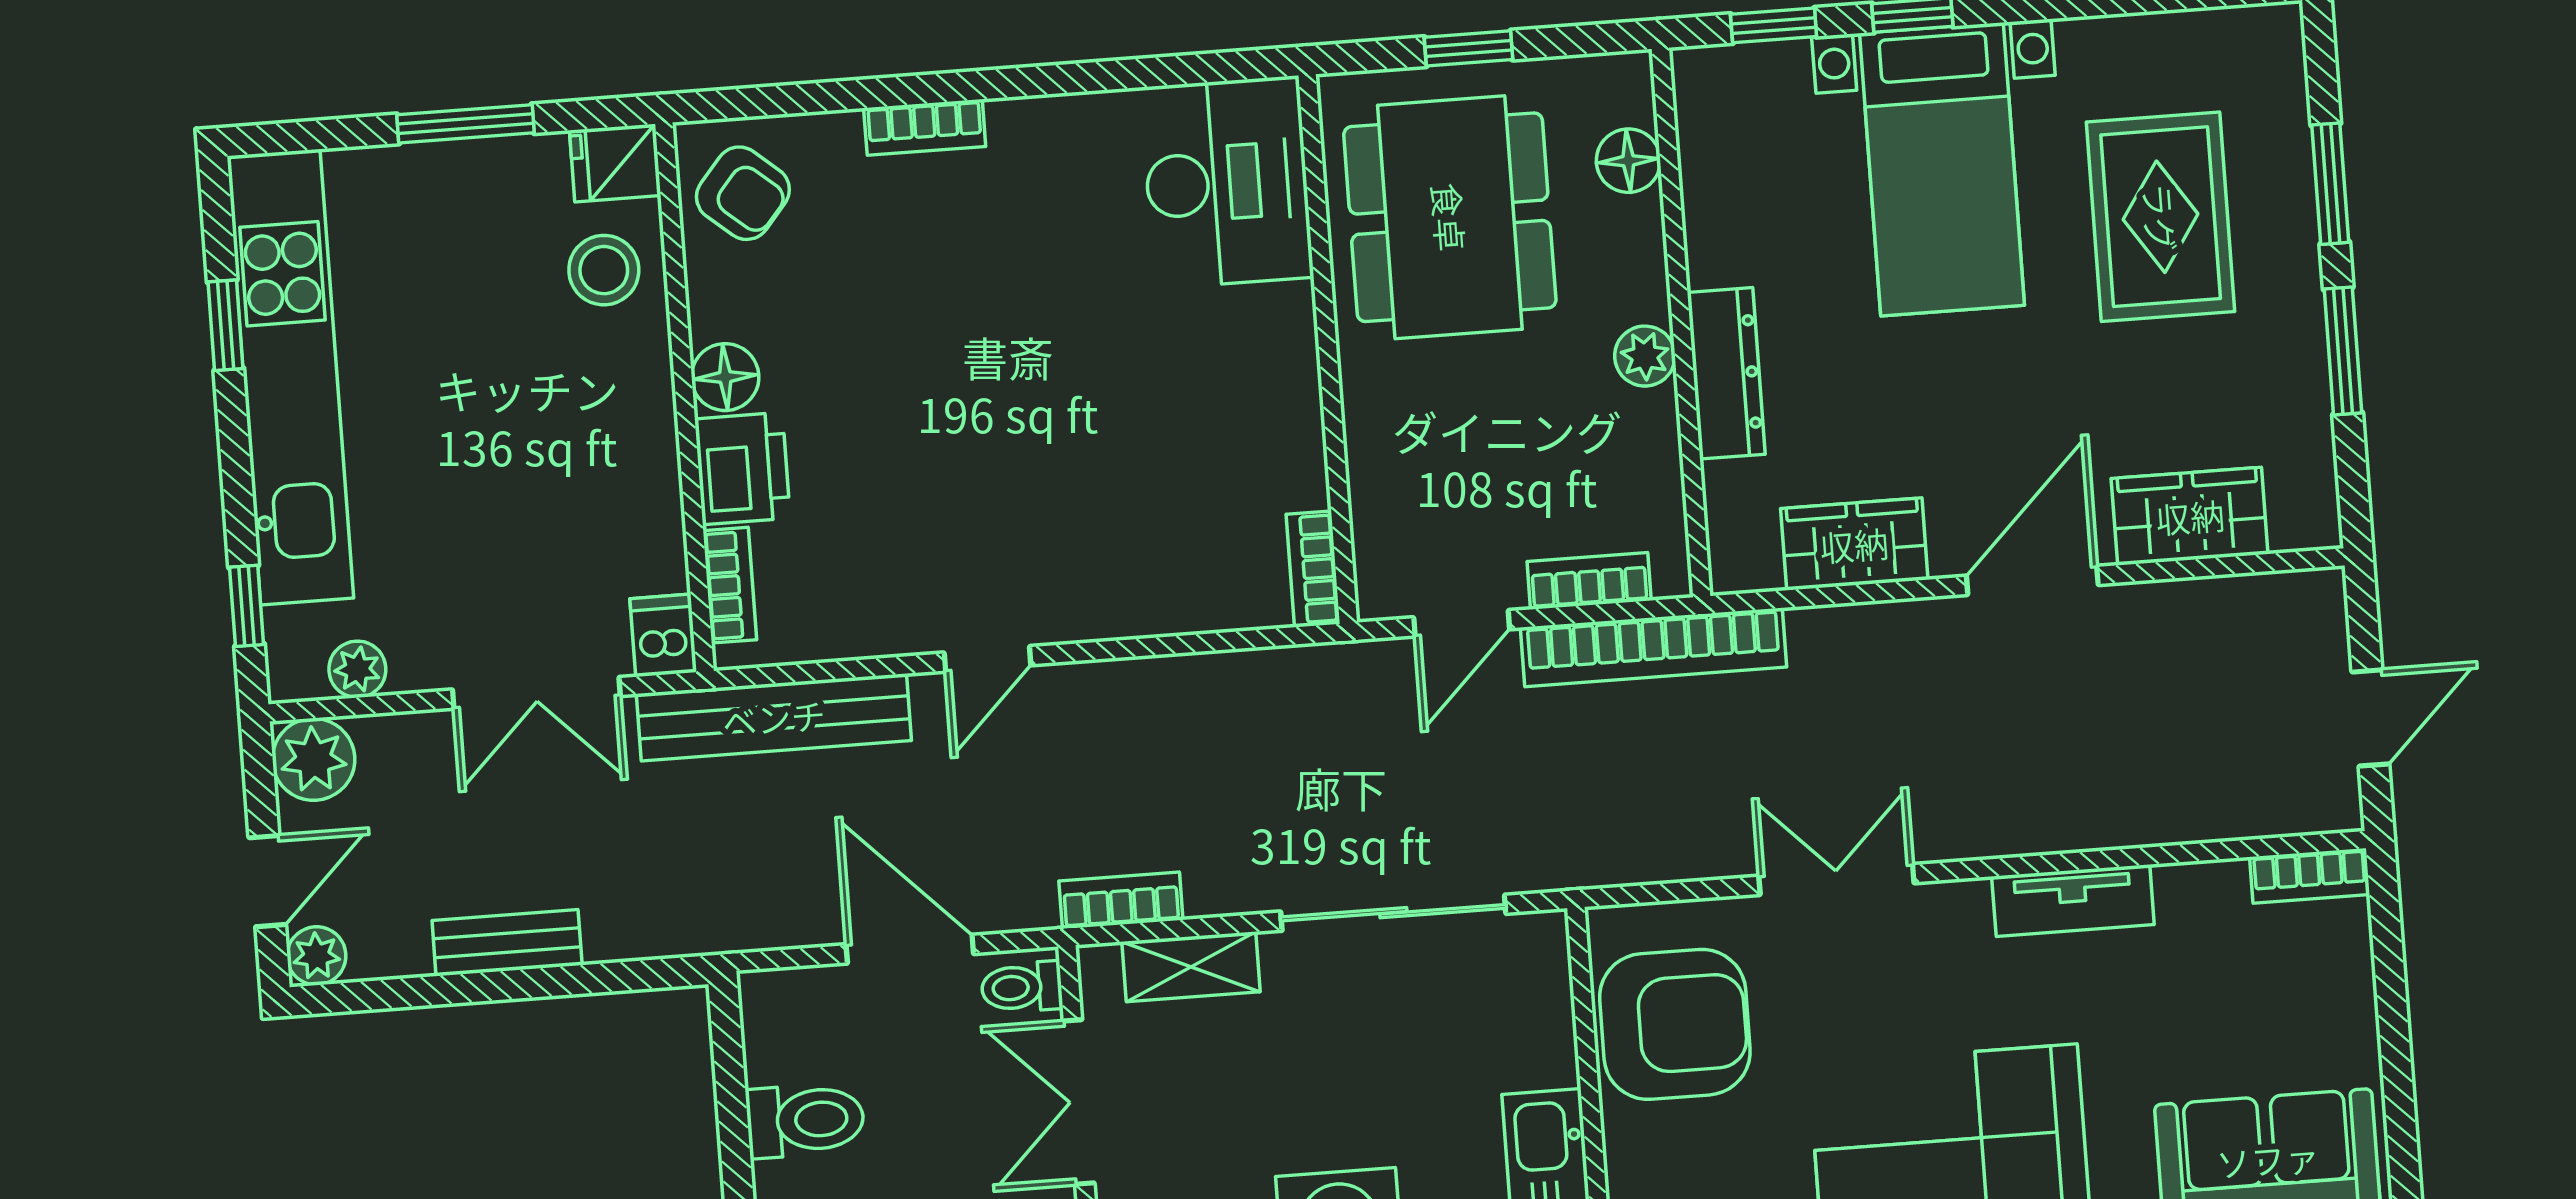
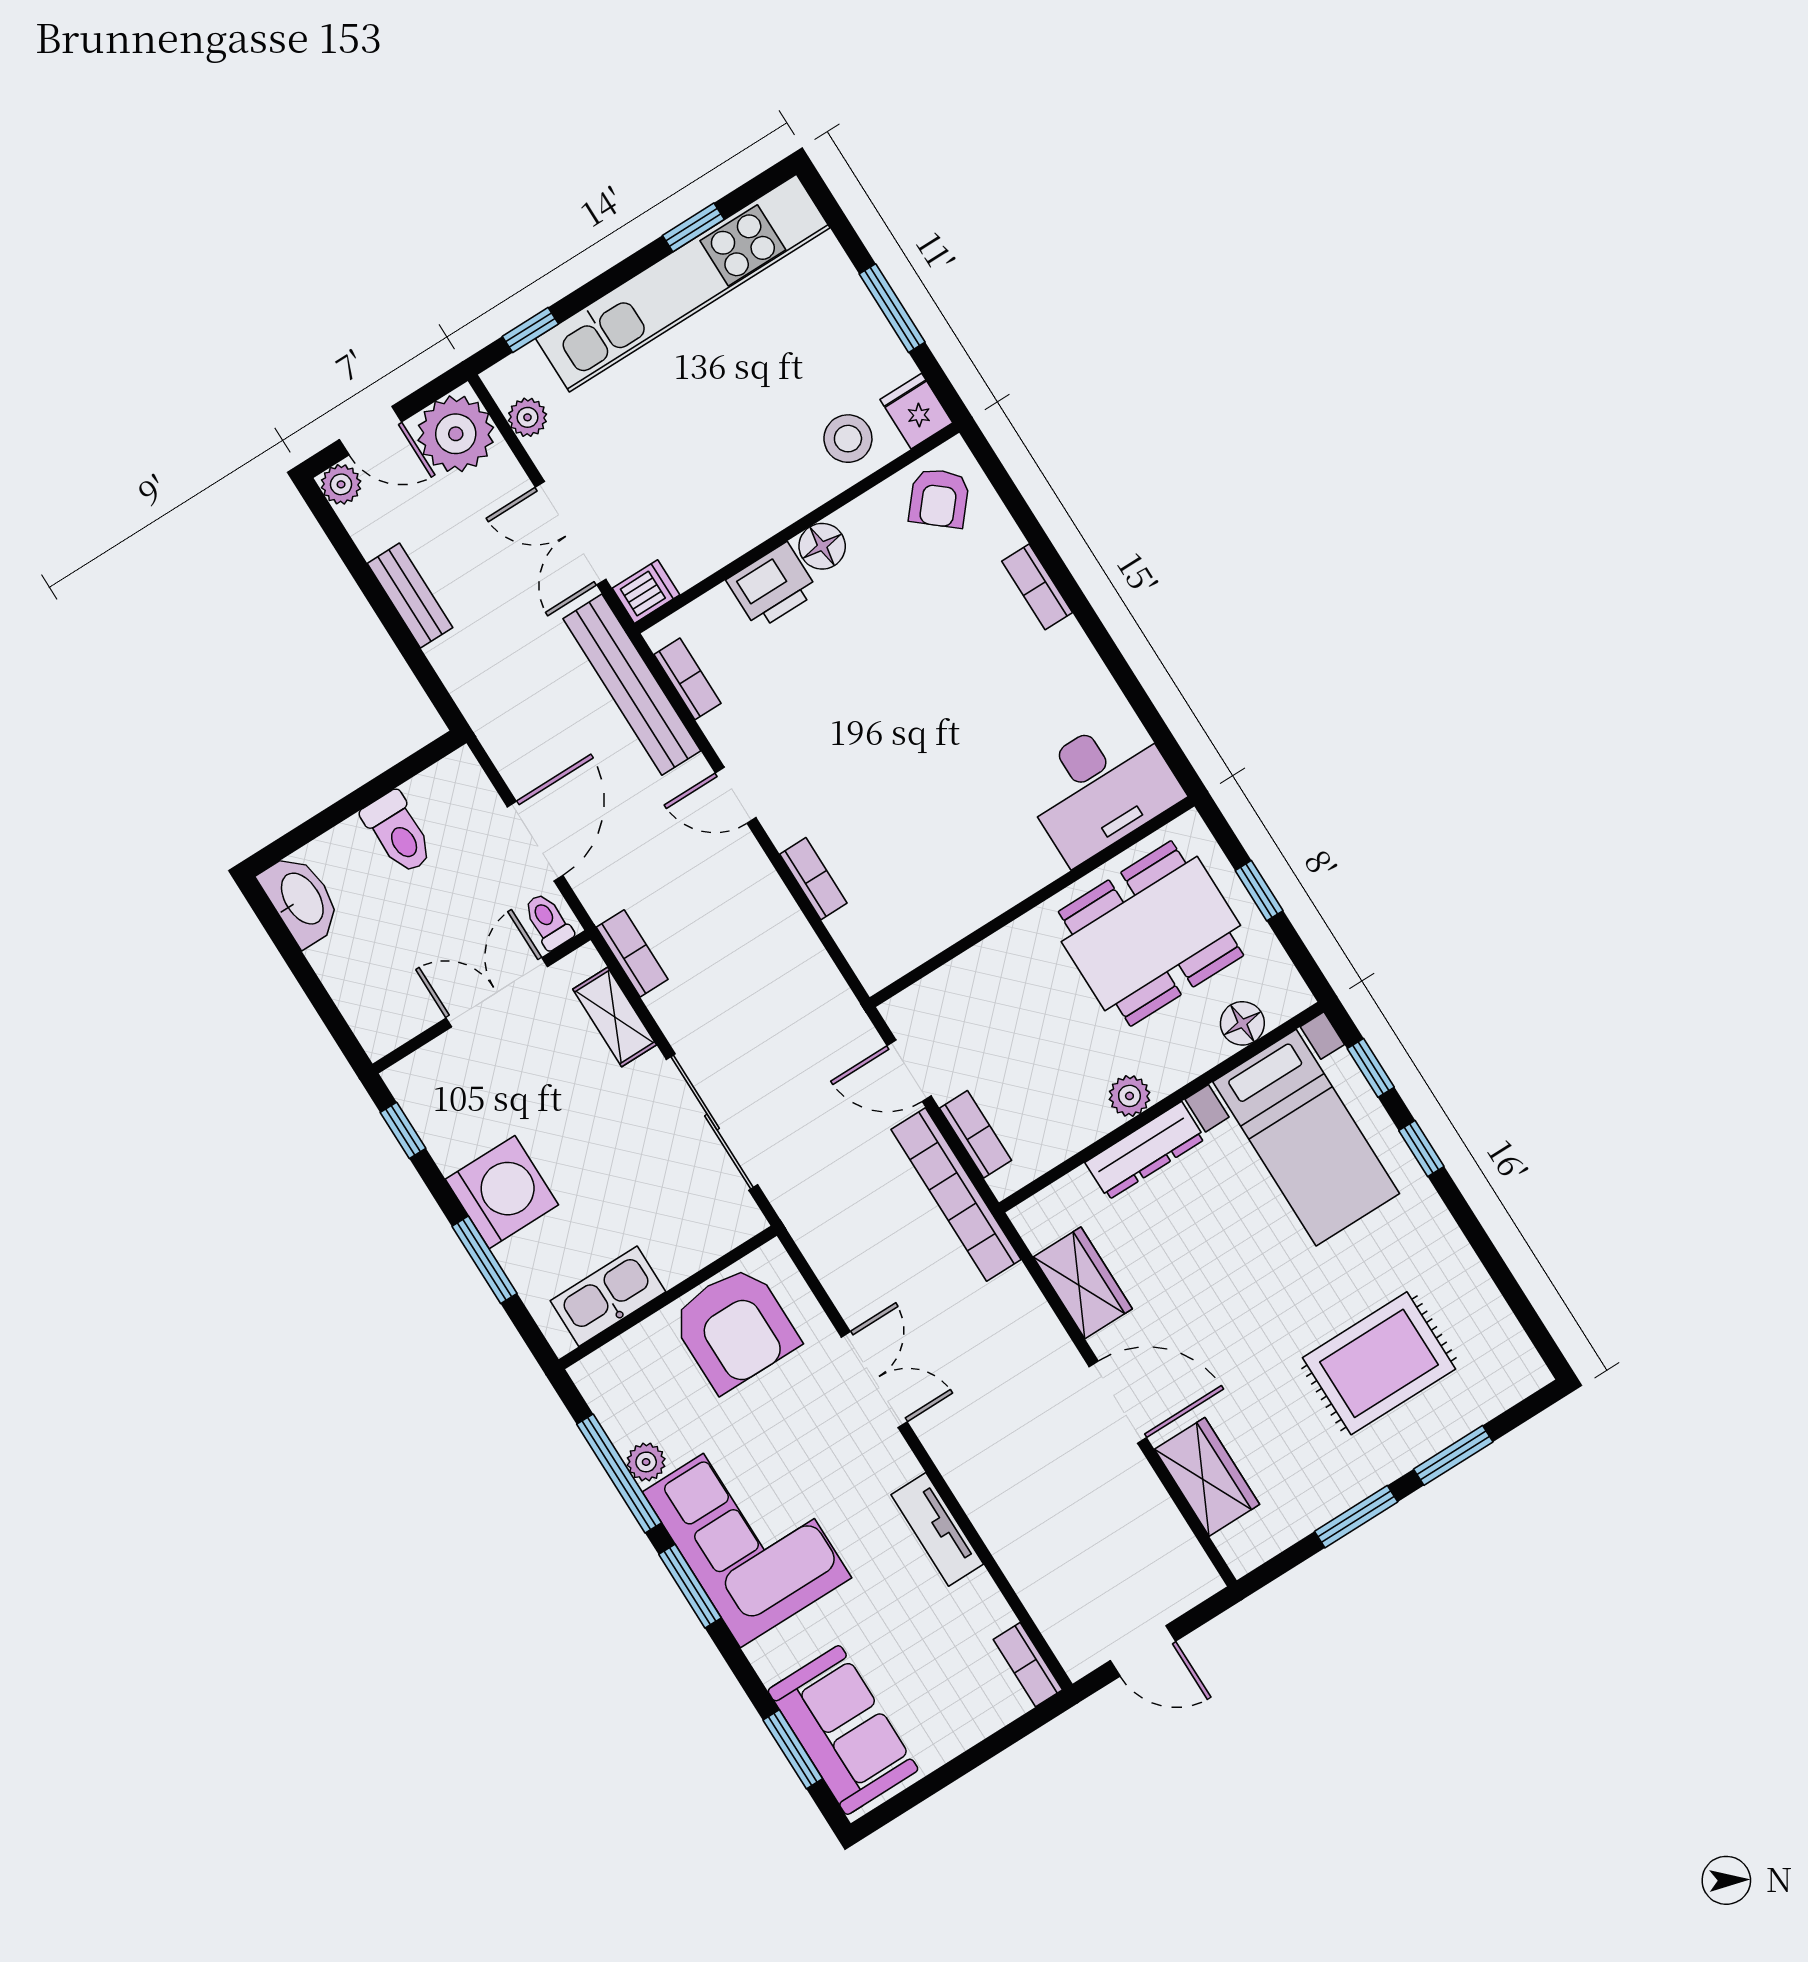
bed with nightstands: (1942, 169) -> (1306, 1138), moved, turned -90
bookcase: (1313, 569) -> (813, 879), moved, turned 90
bookcase: (730, 585) -> (687, 679), moved, turned -90
plant: (314, 759) -> (456, 434), width x1.36, depth x1.36

